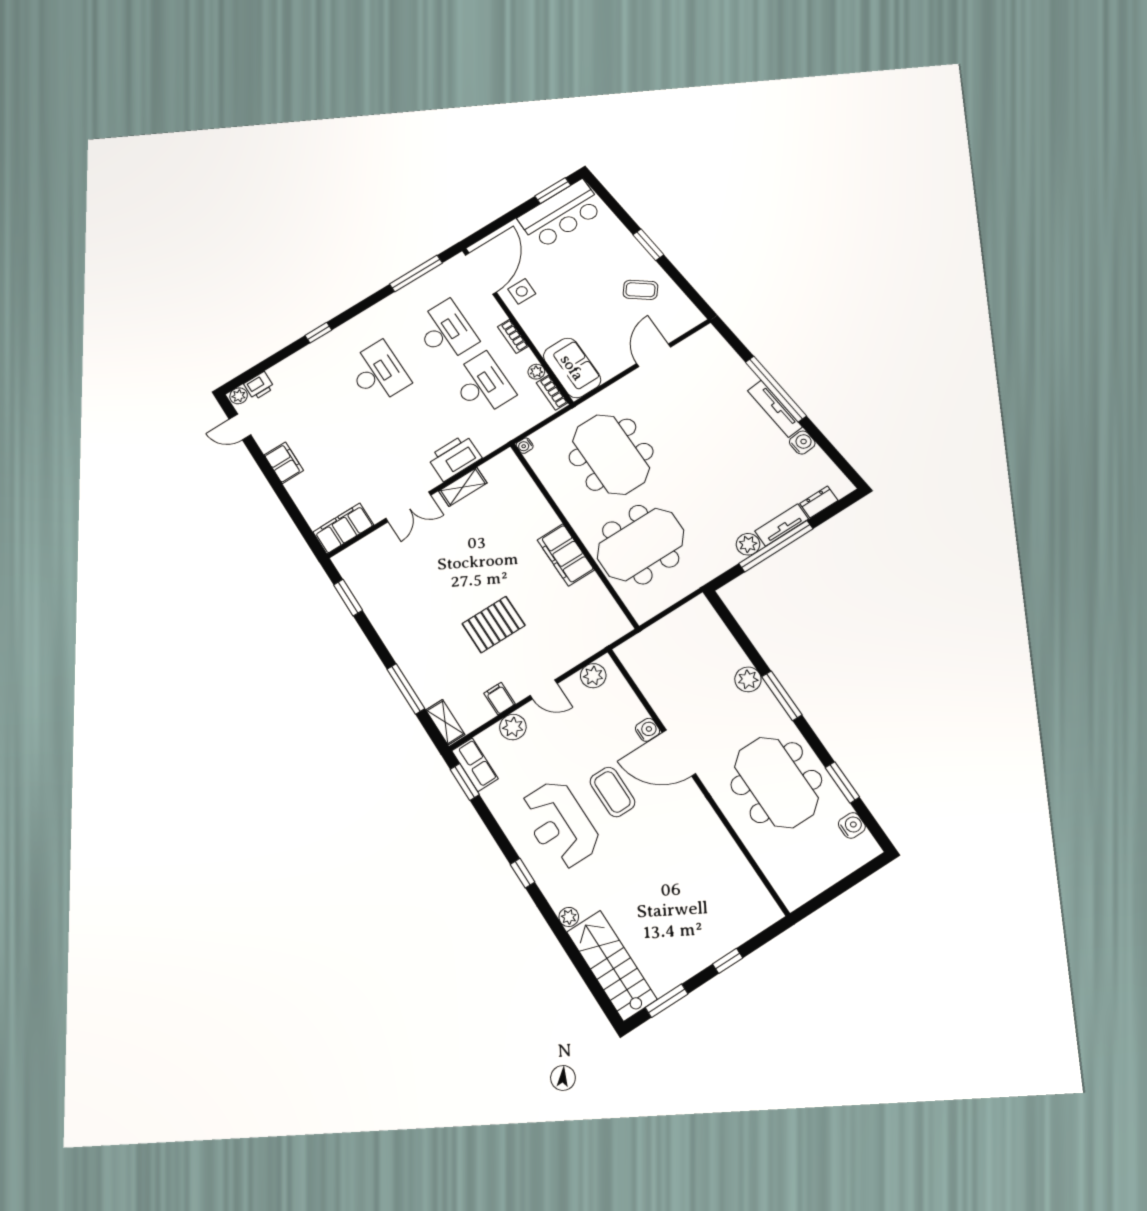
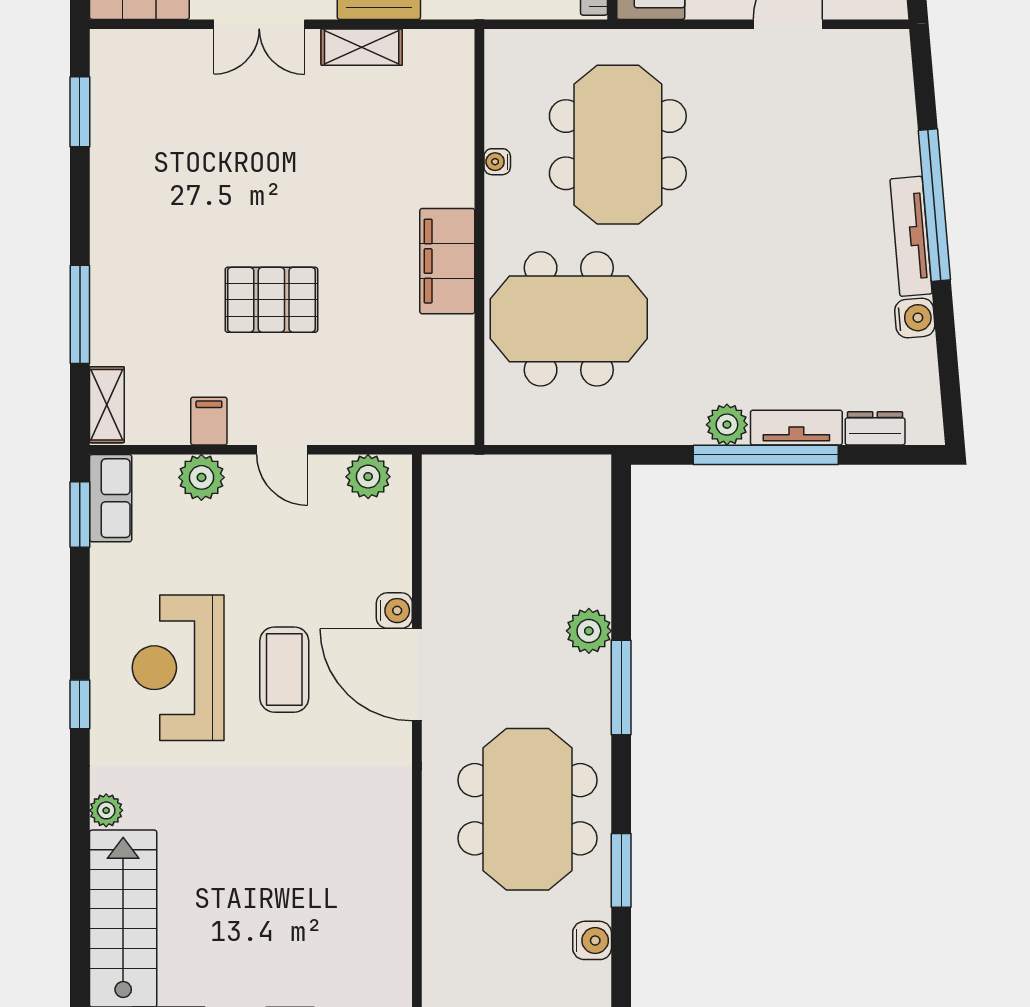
water cooler: (525, 446) -> (497, 162), moved

